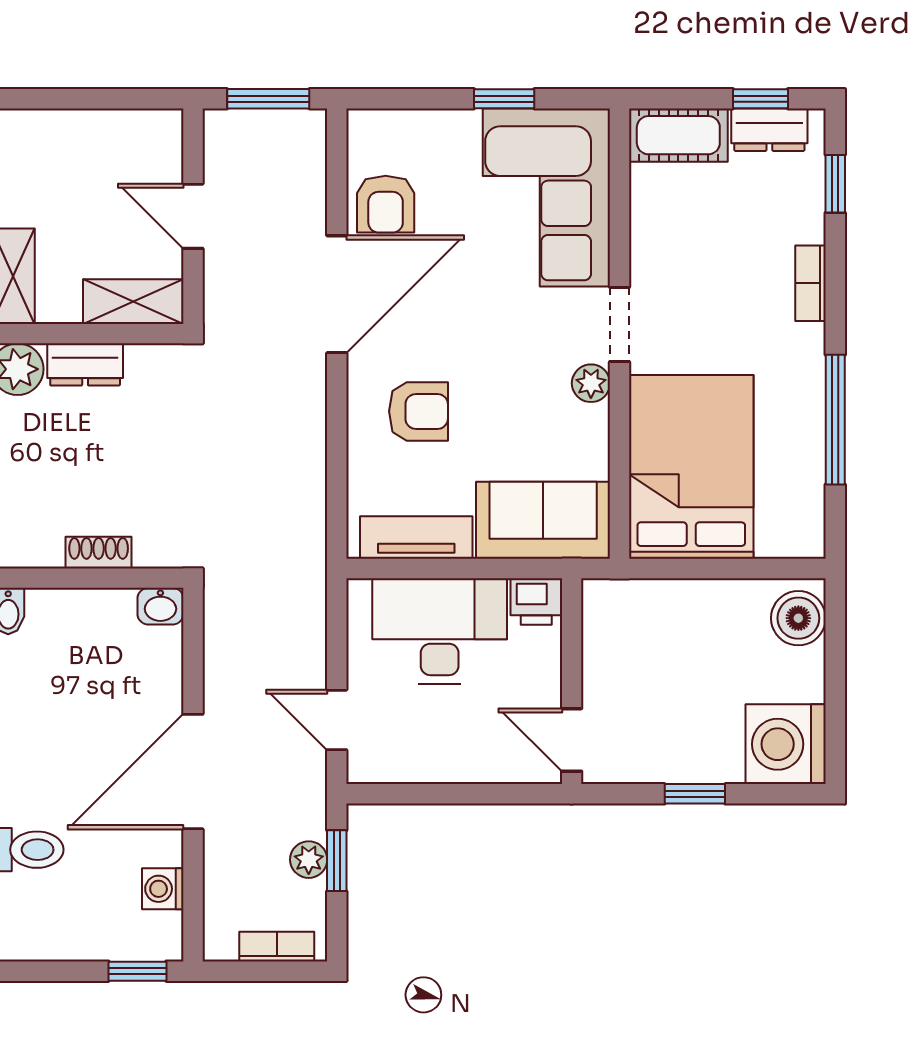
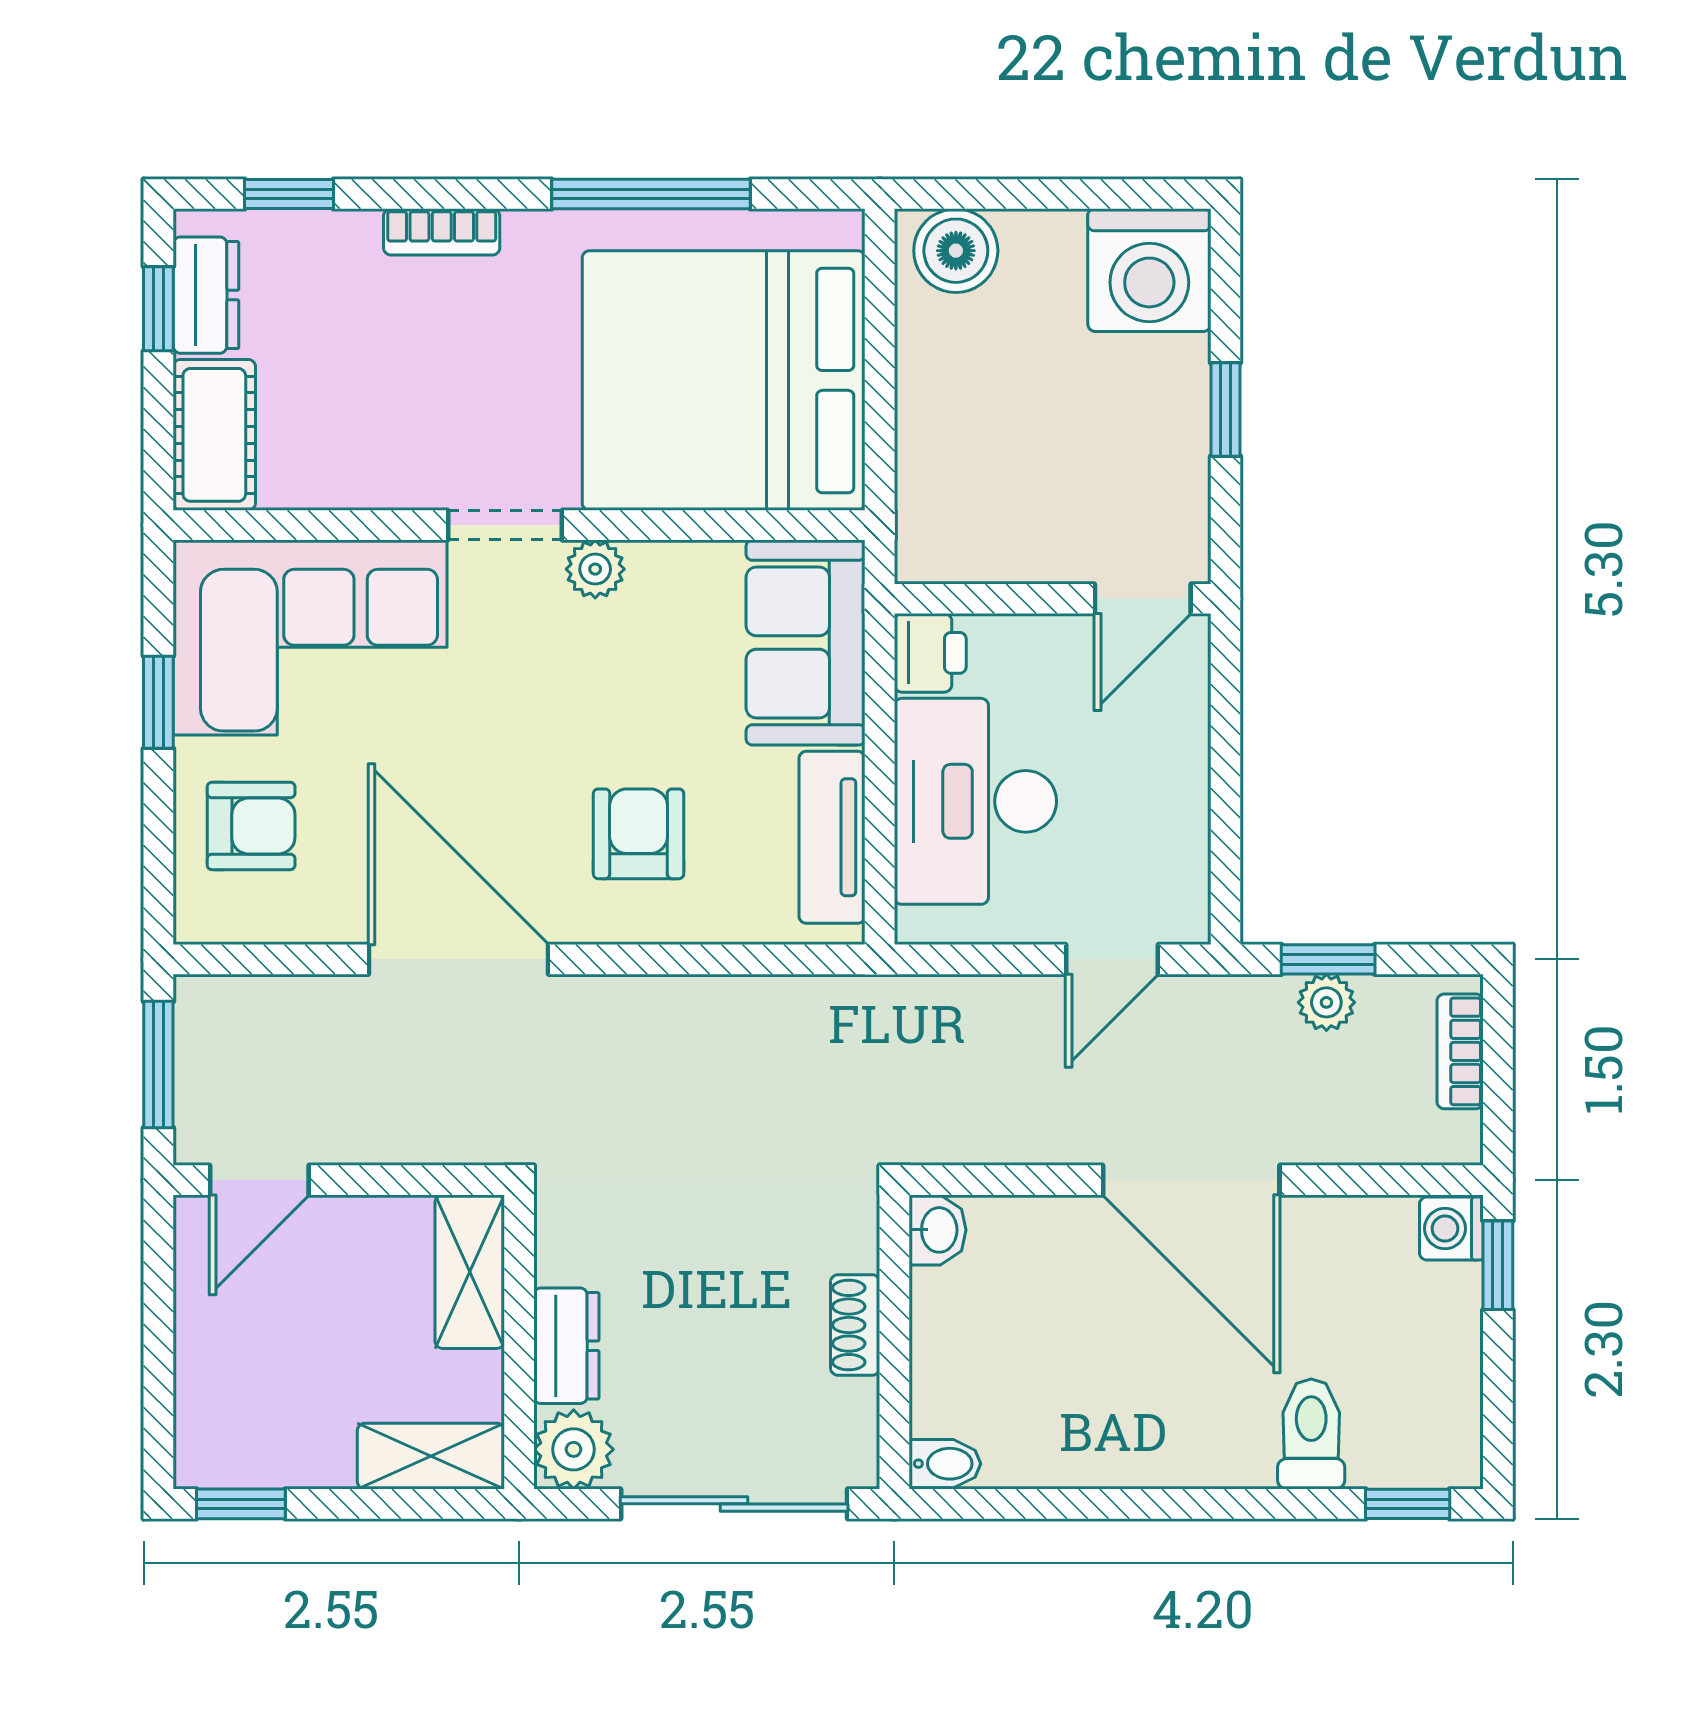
armchair: (386, 204) -> (251, 826), moved
door: (193, 216) -> (259, 1180), moved
bed: (691, 467) -> (724, 380), width x1.36
washing machine: (163, 889) -> (1451, 1229), moved, turned 90

